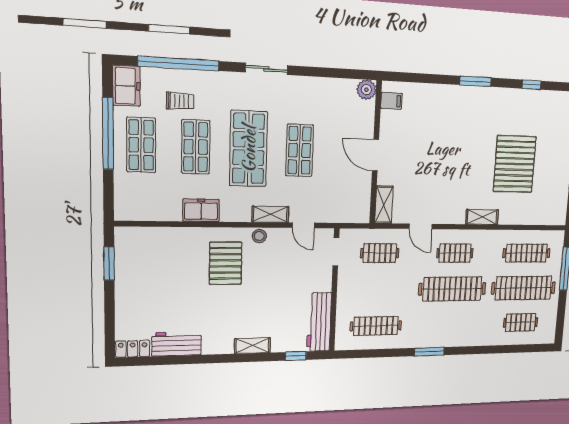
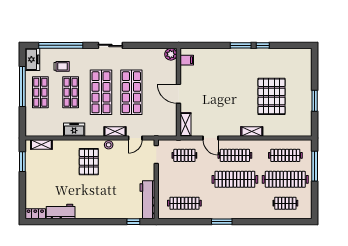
window: (531, 85) -> (263, 45), moved
shop shelf: (300, 150) -> (131, 92), width x1.43, depth x1.36
door: (303, 225) -> (135, 138), hinge flipped
clothes rail: (455, 253) -> (235, 155), width x1.36
shelving: (252, 346) -> (41, 145), moved

